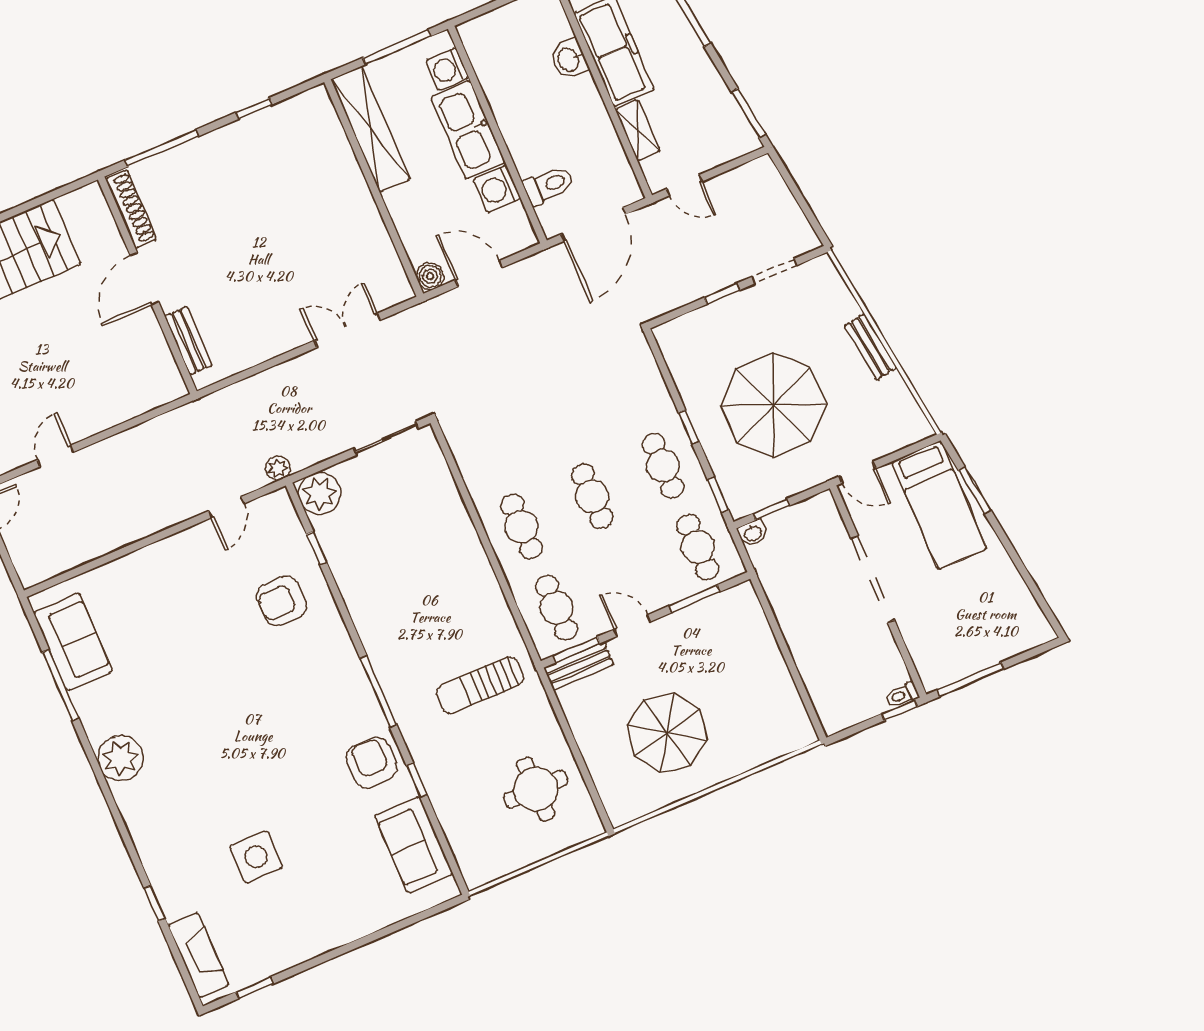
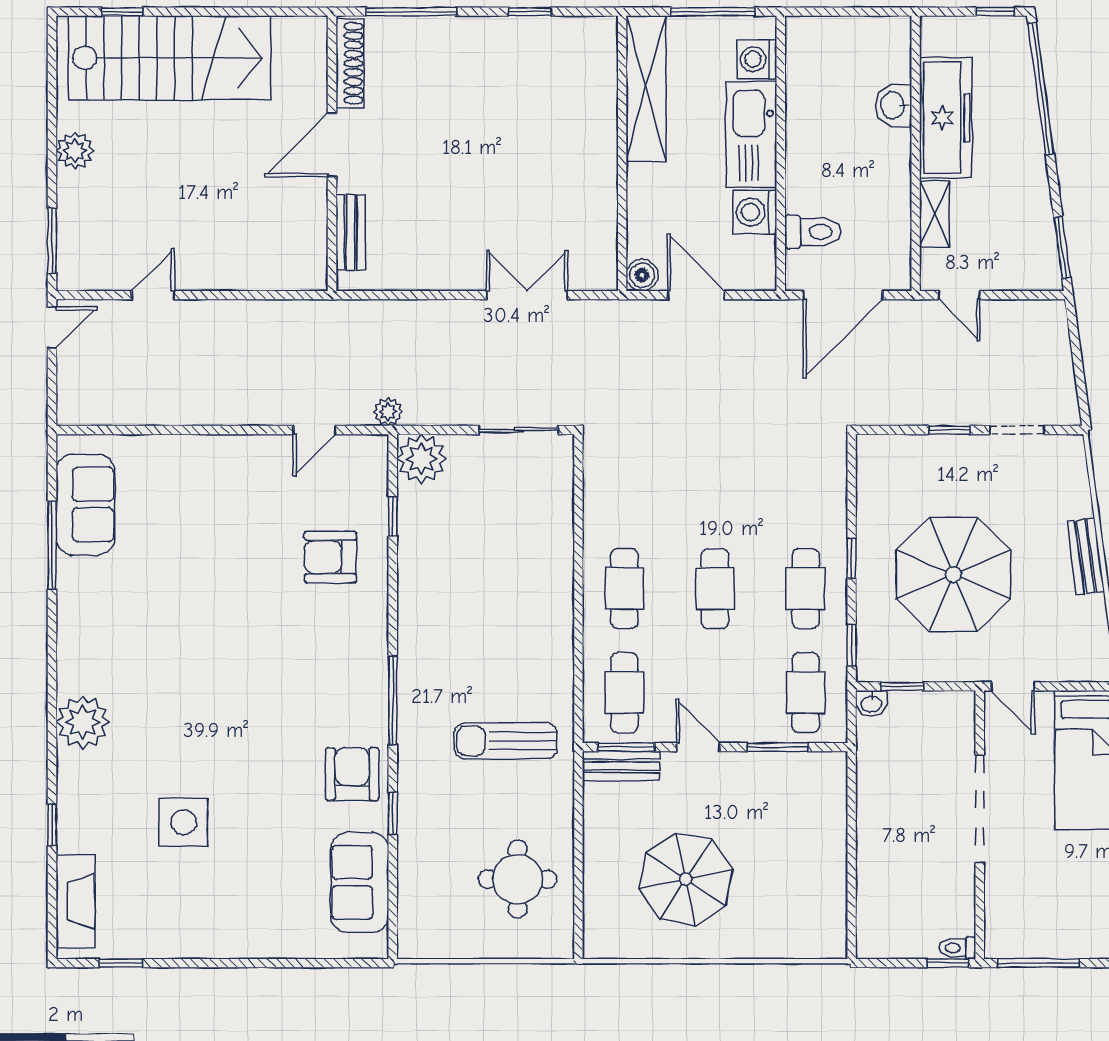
plant: (120, 758) -> (83, 722), moved

